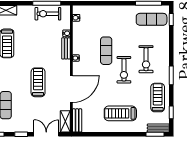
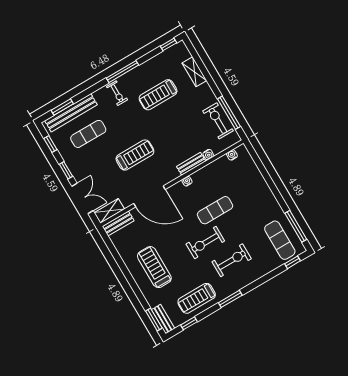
exercise bike: (146, 59) -> (232, 260), turned 180
treadmill: (158, 98) -> (197, 298), turned 180

